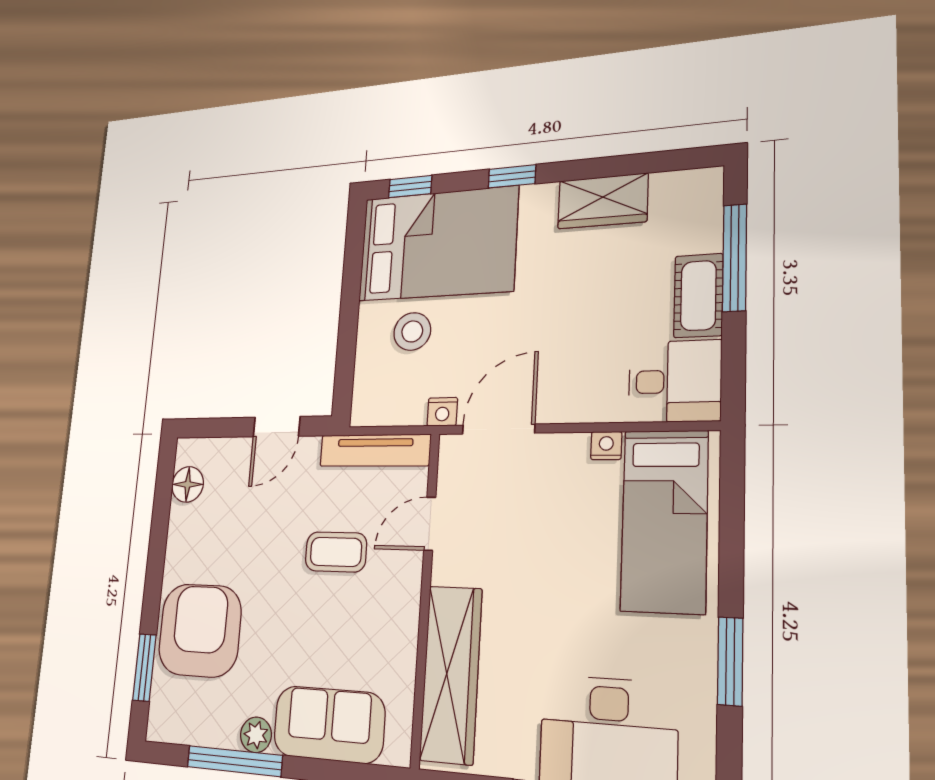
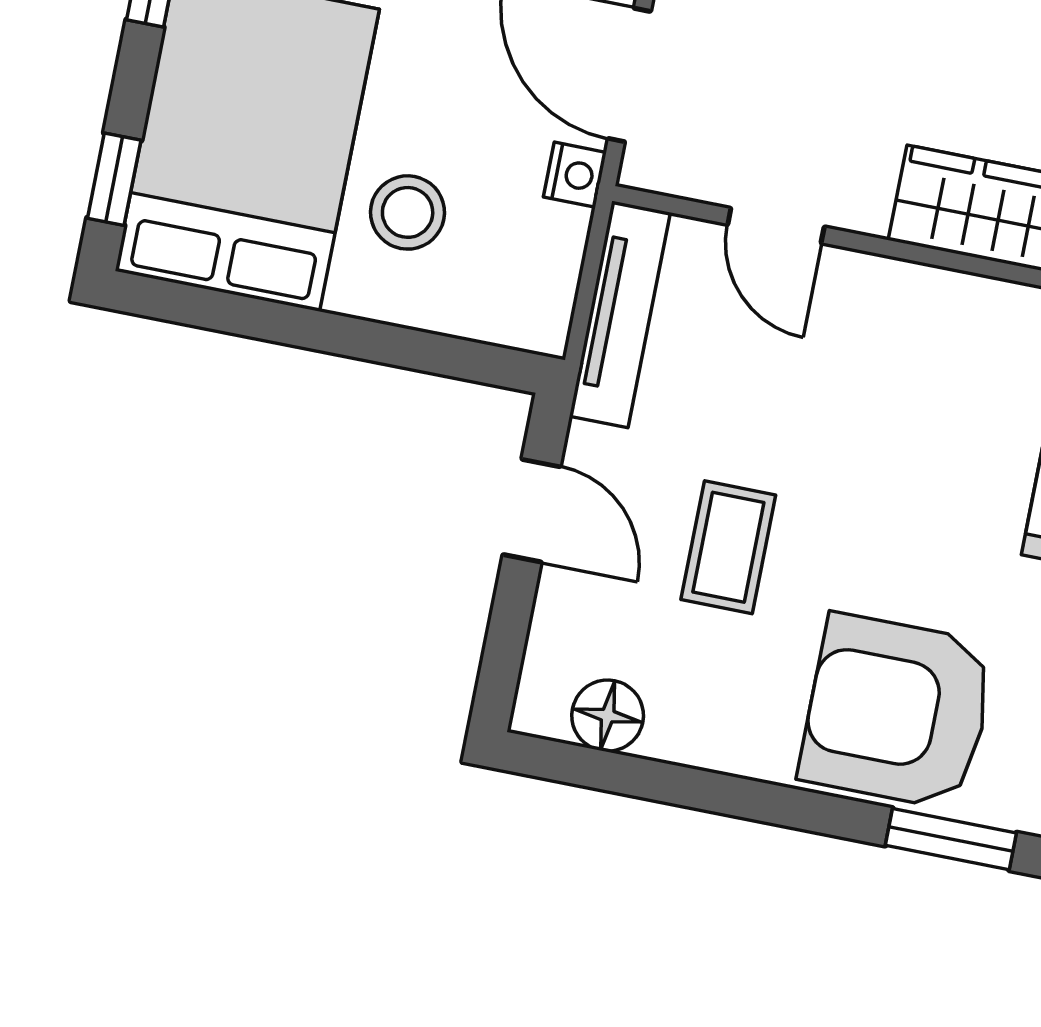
coffee table: (336, 552) -> (728, 547), moved

